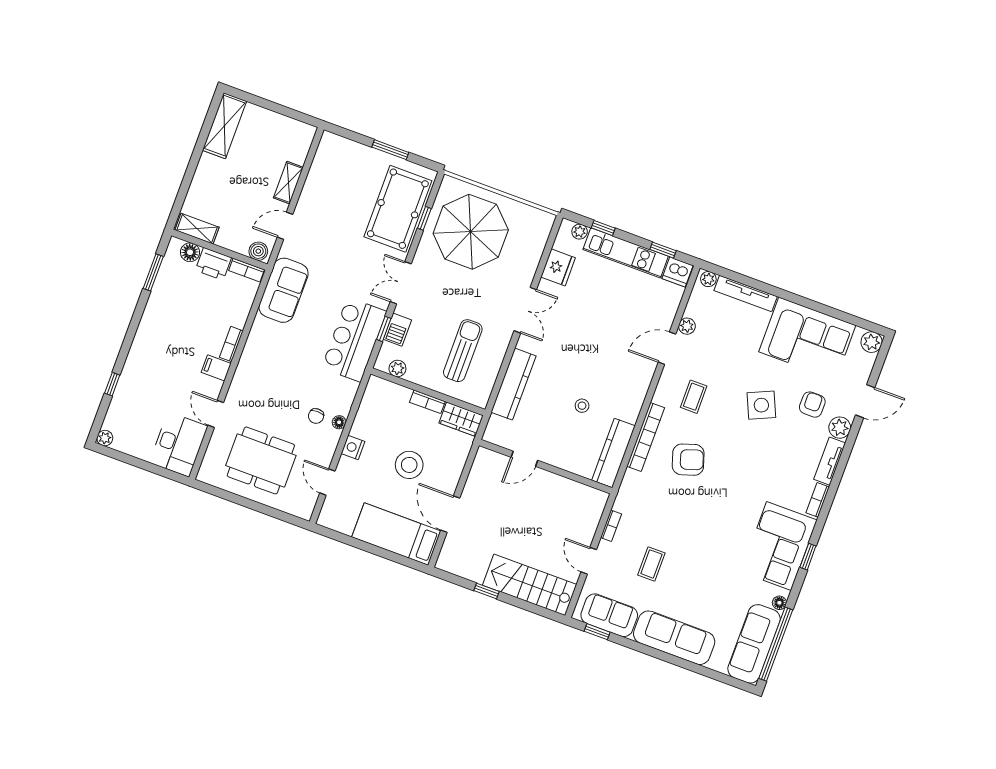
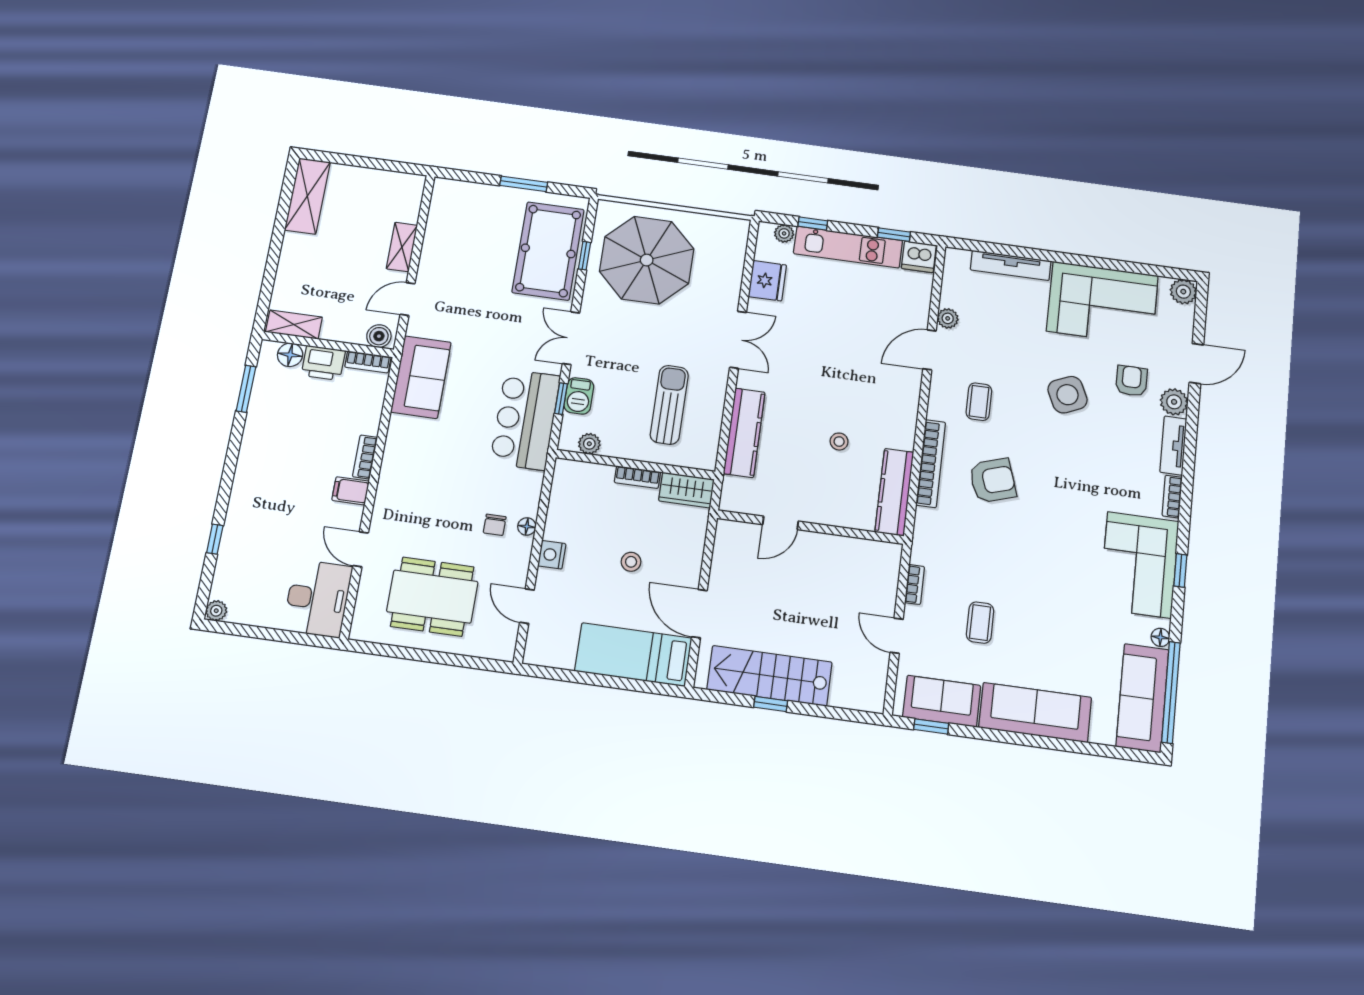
plant: (708, 279) -> (960, 258), removed
stool: (409, 465) -> (631, 562), width x0.53, depth x0.53
stairs: (530, 585) -> (769, 676), moved

